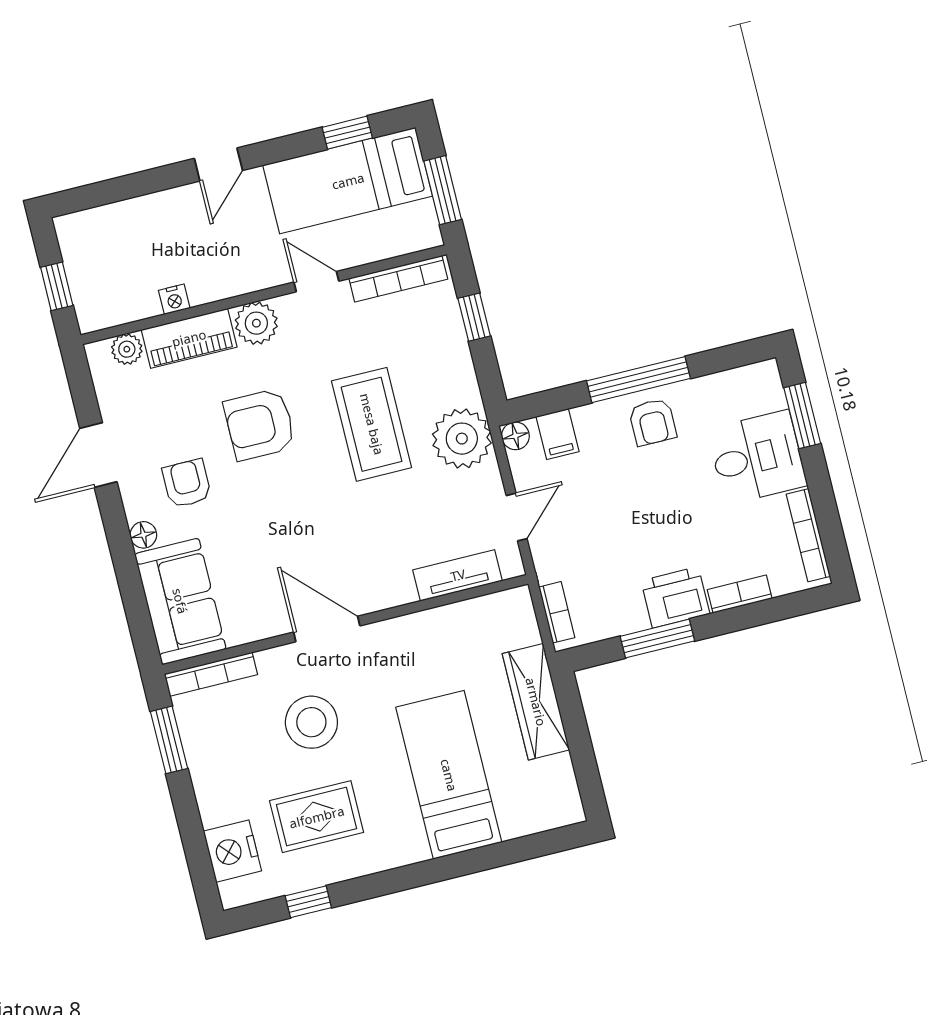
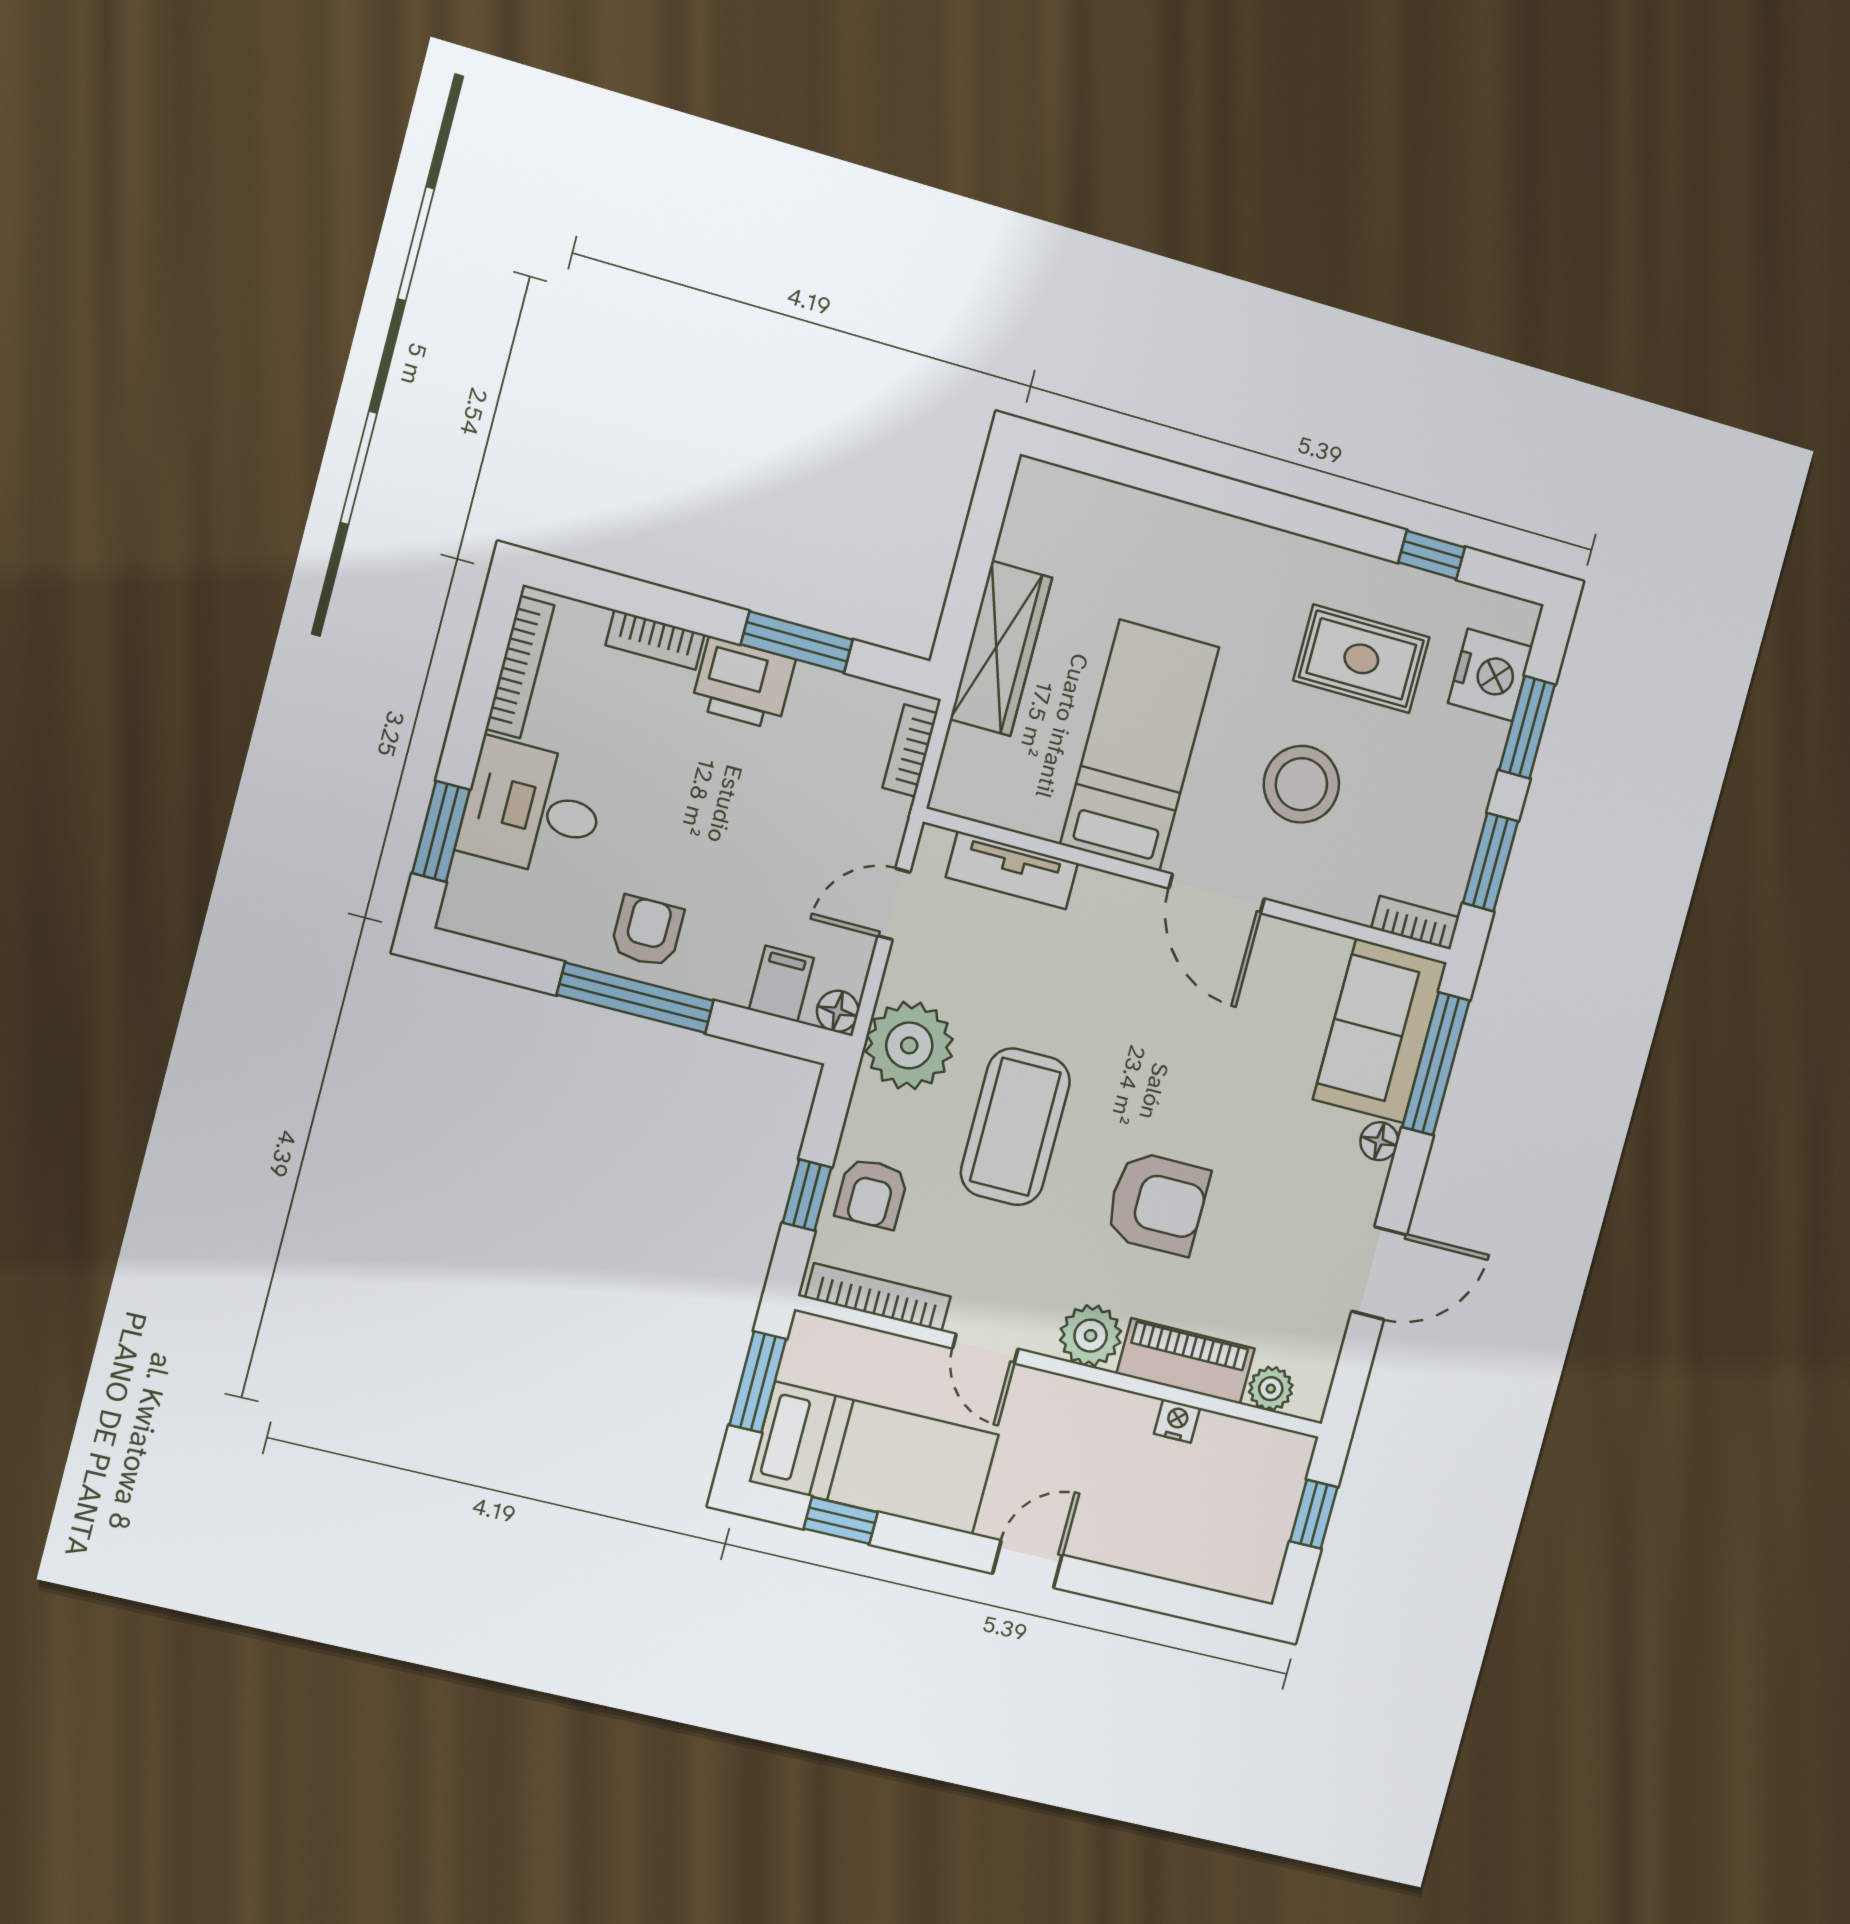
armchair: (187, 483) -> (872, 1193), moved
window: (134, 600) -> (1436, 1064), added
bookcase: (211, 674) -> (1415, 923), width x0.64
bed: (449, 775) -> (1140, 746), moved, turned 180
window: (192, 833) -> (1527, 727), added

